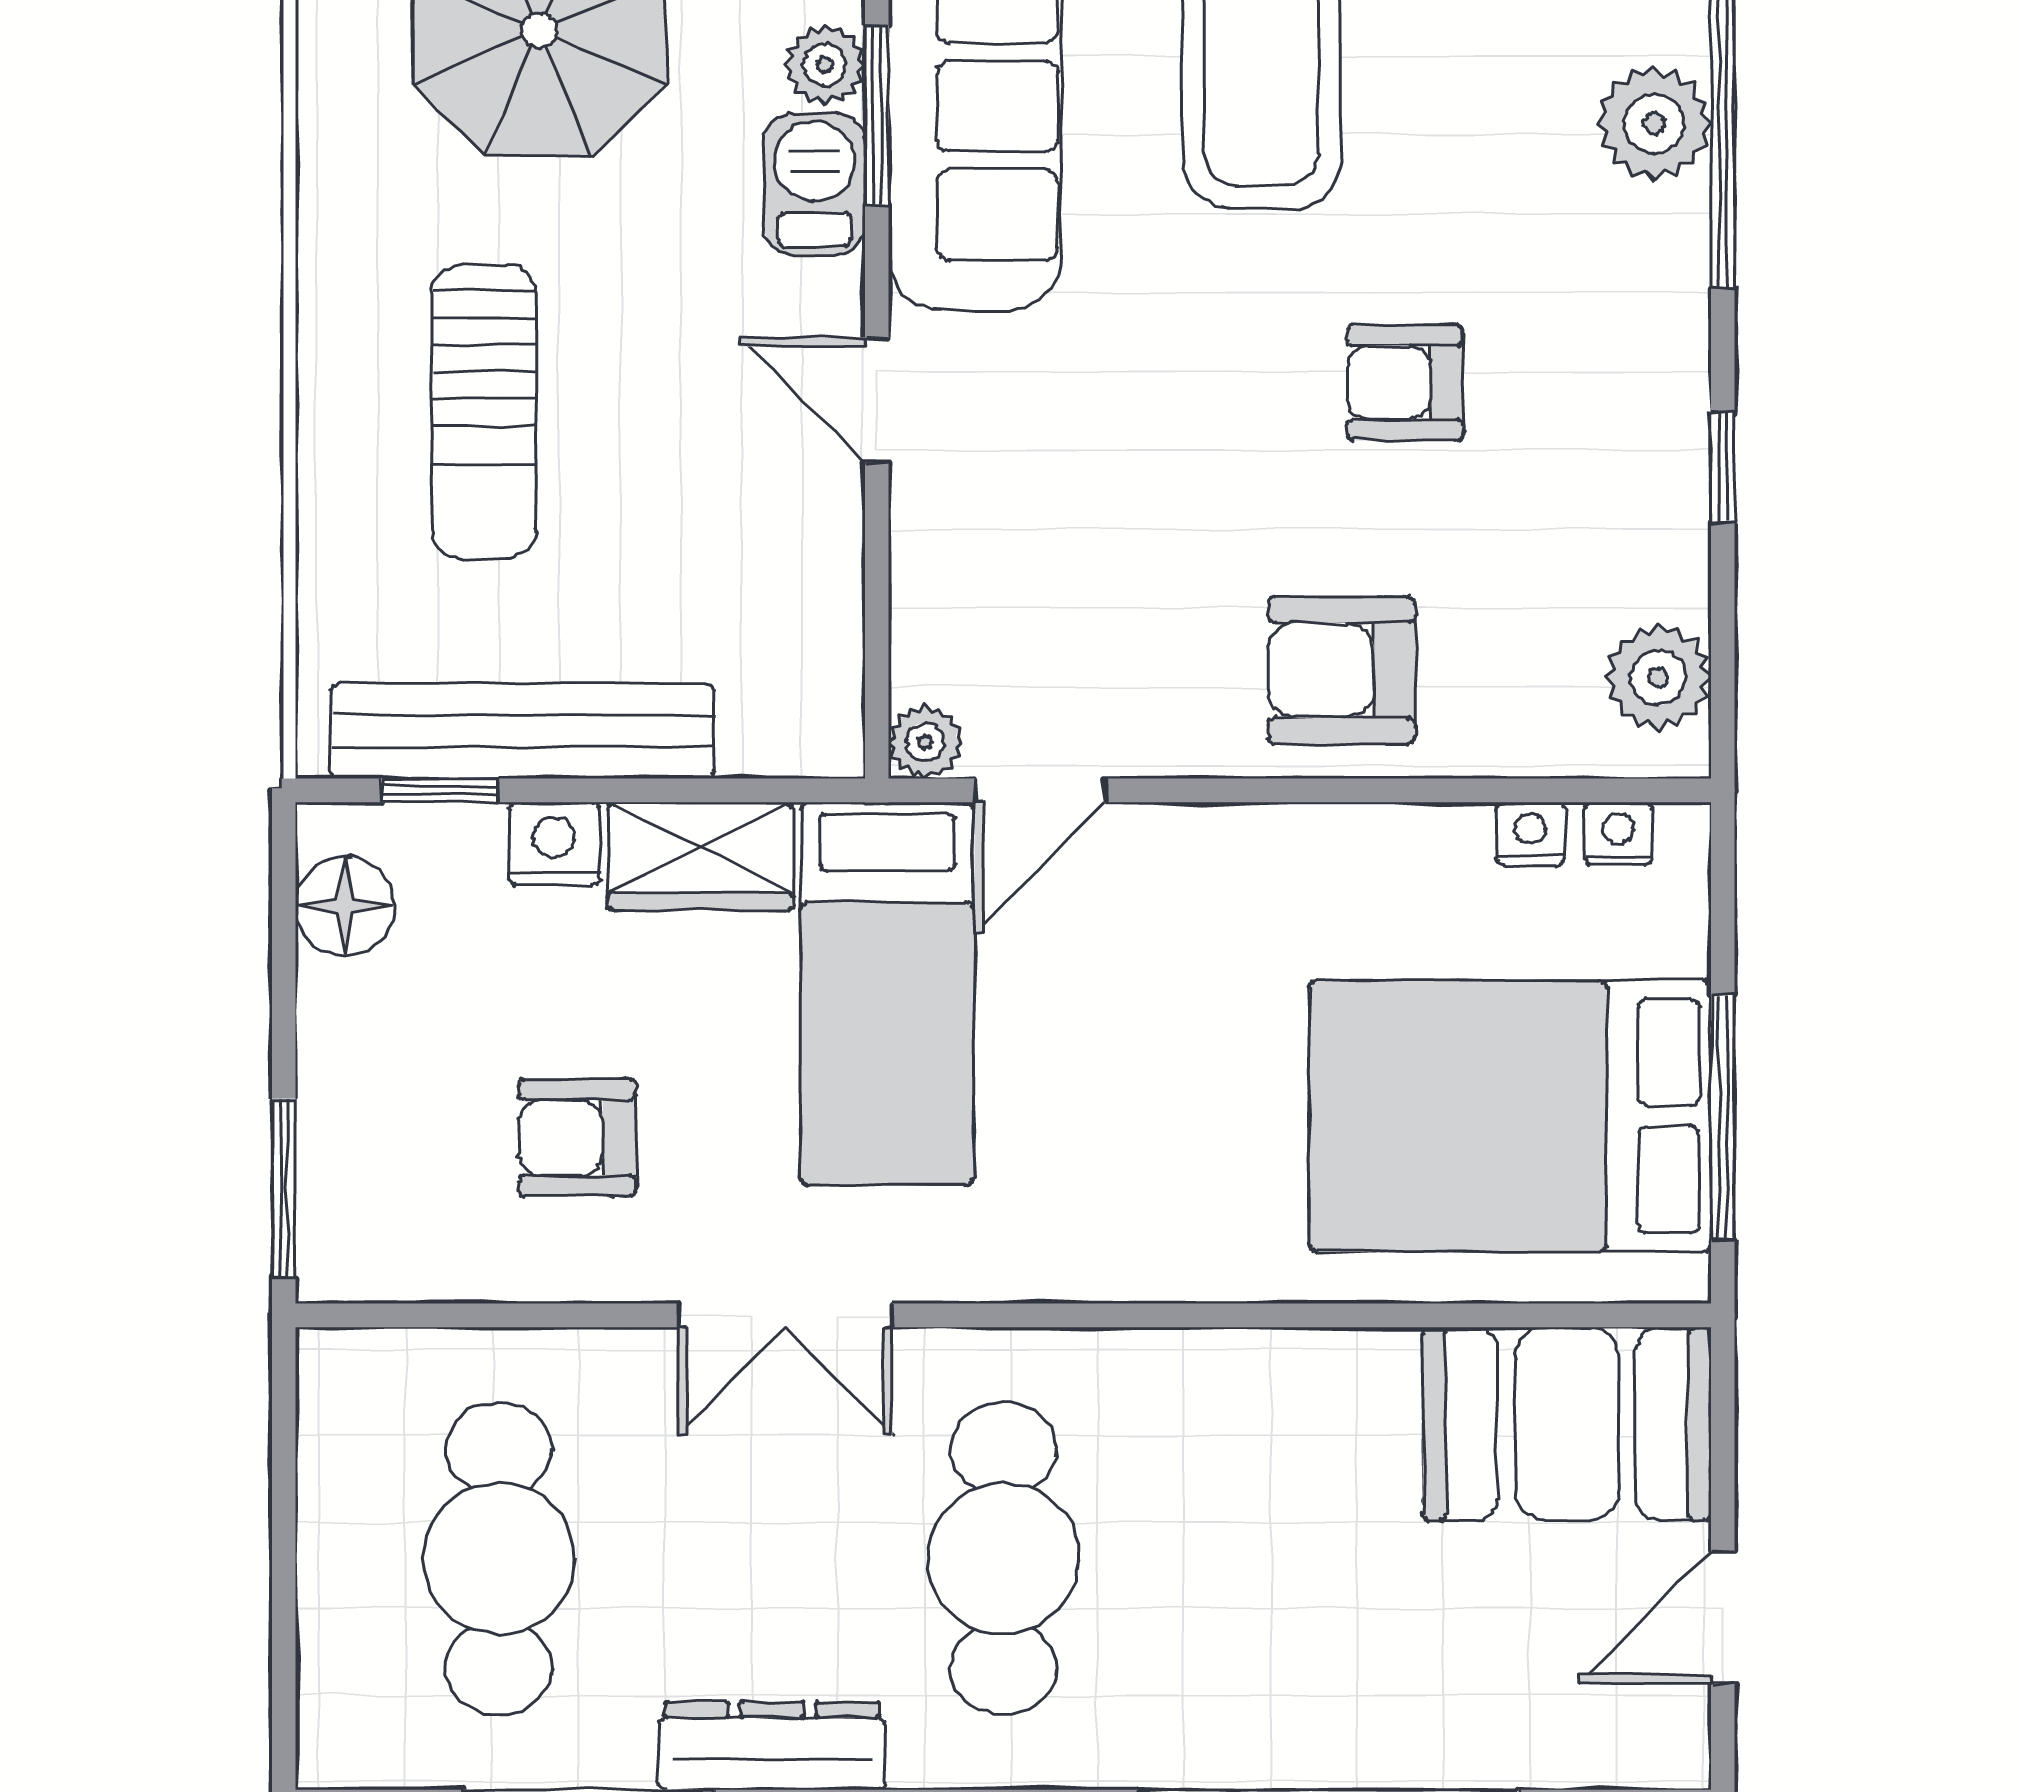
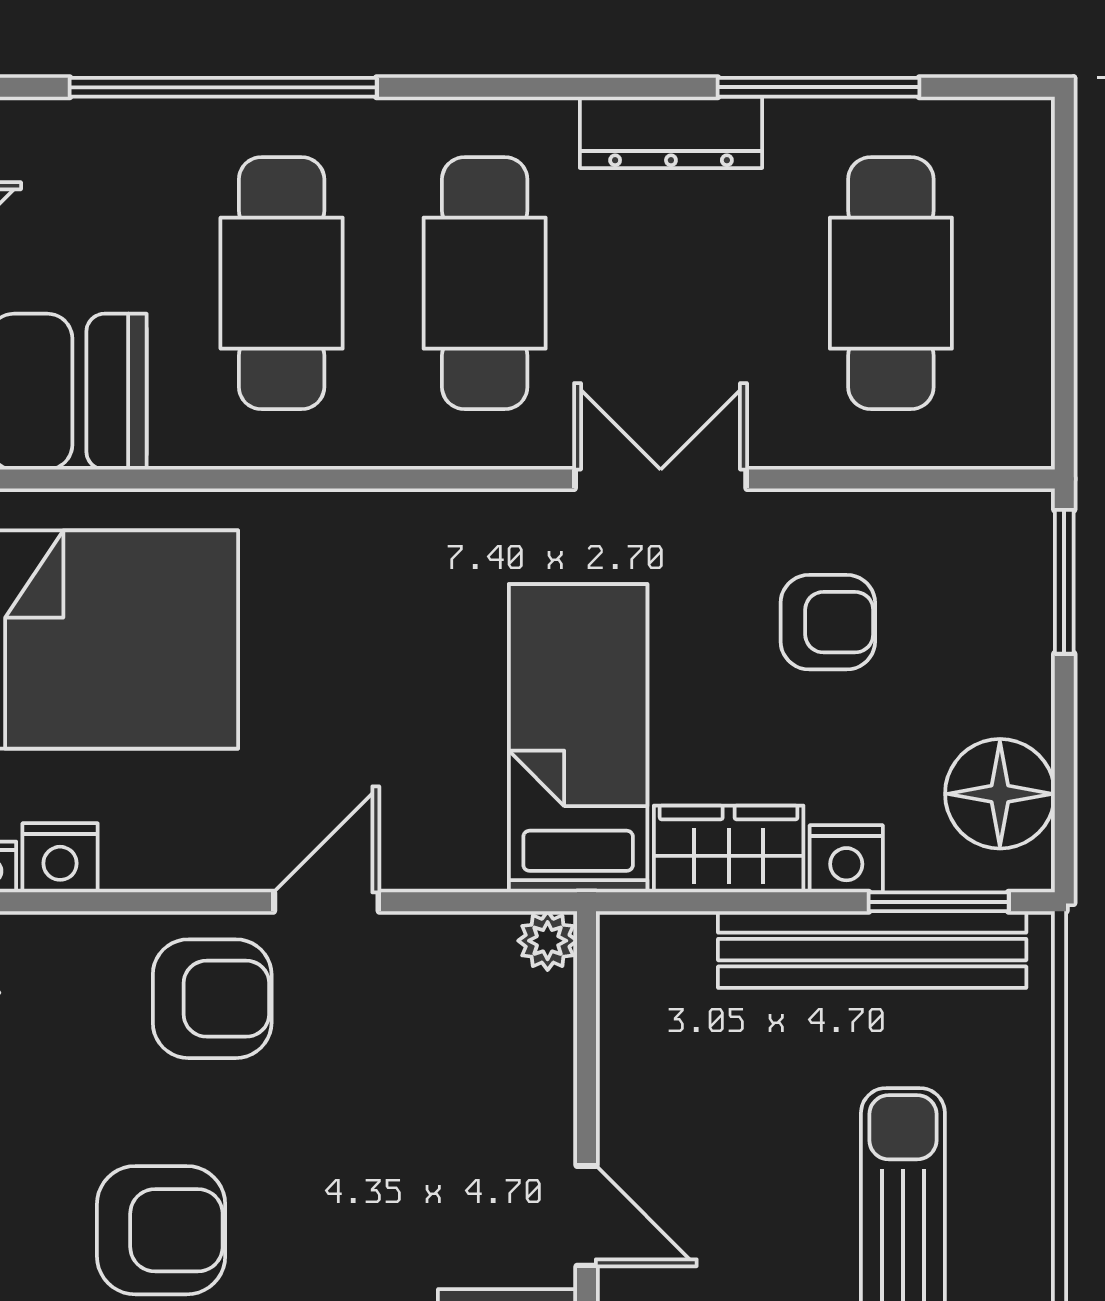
armchair: (1405, 383) -> (161, 1230), width x1.38, depth x1.38
window: (440, 790) -> (939, 902), width x1.50
door: (1040, 790) -> (326, 902), moved
nightstand: (1530, 834) -> (60, 858), width x1.39, depth x1.35
floor lamp: (345, 906) -> (1000, 794), width x1.38, depth x1.38
cafe table: (1255, 1558) -> (282, 283), added

